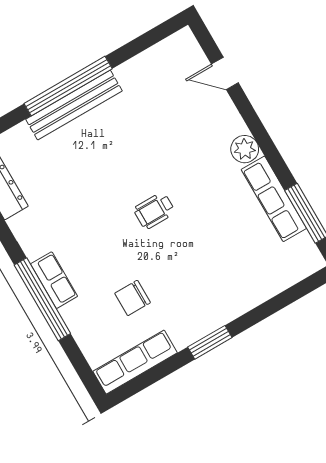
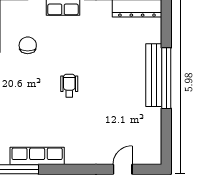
plant: (245, 149) -> (74, 156), removed

